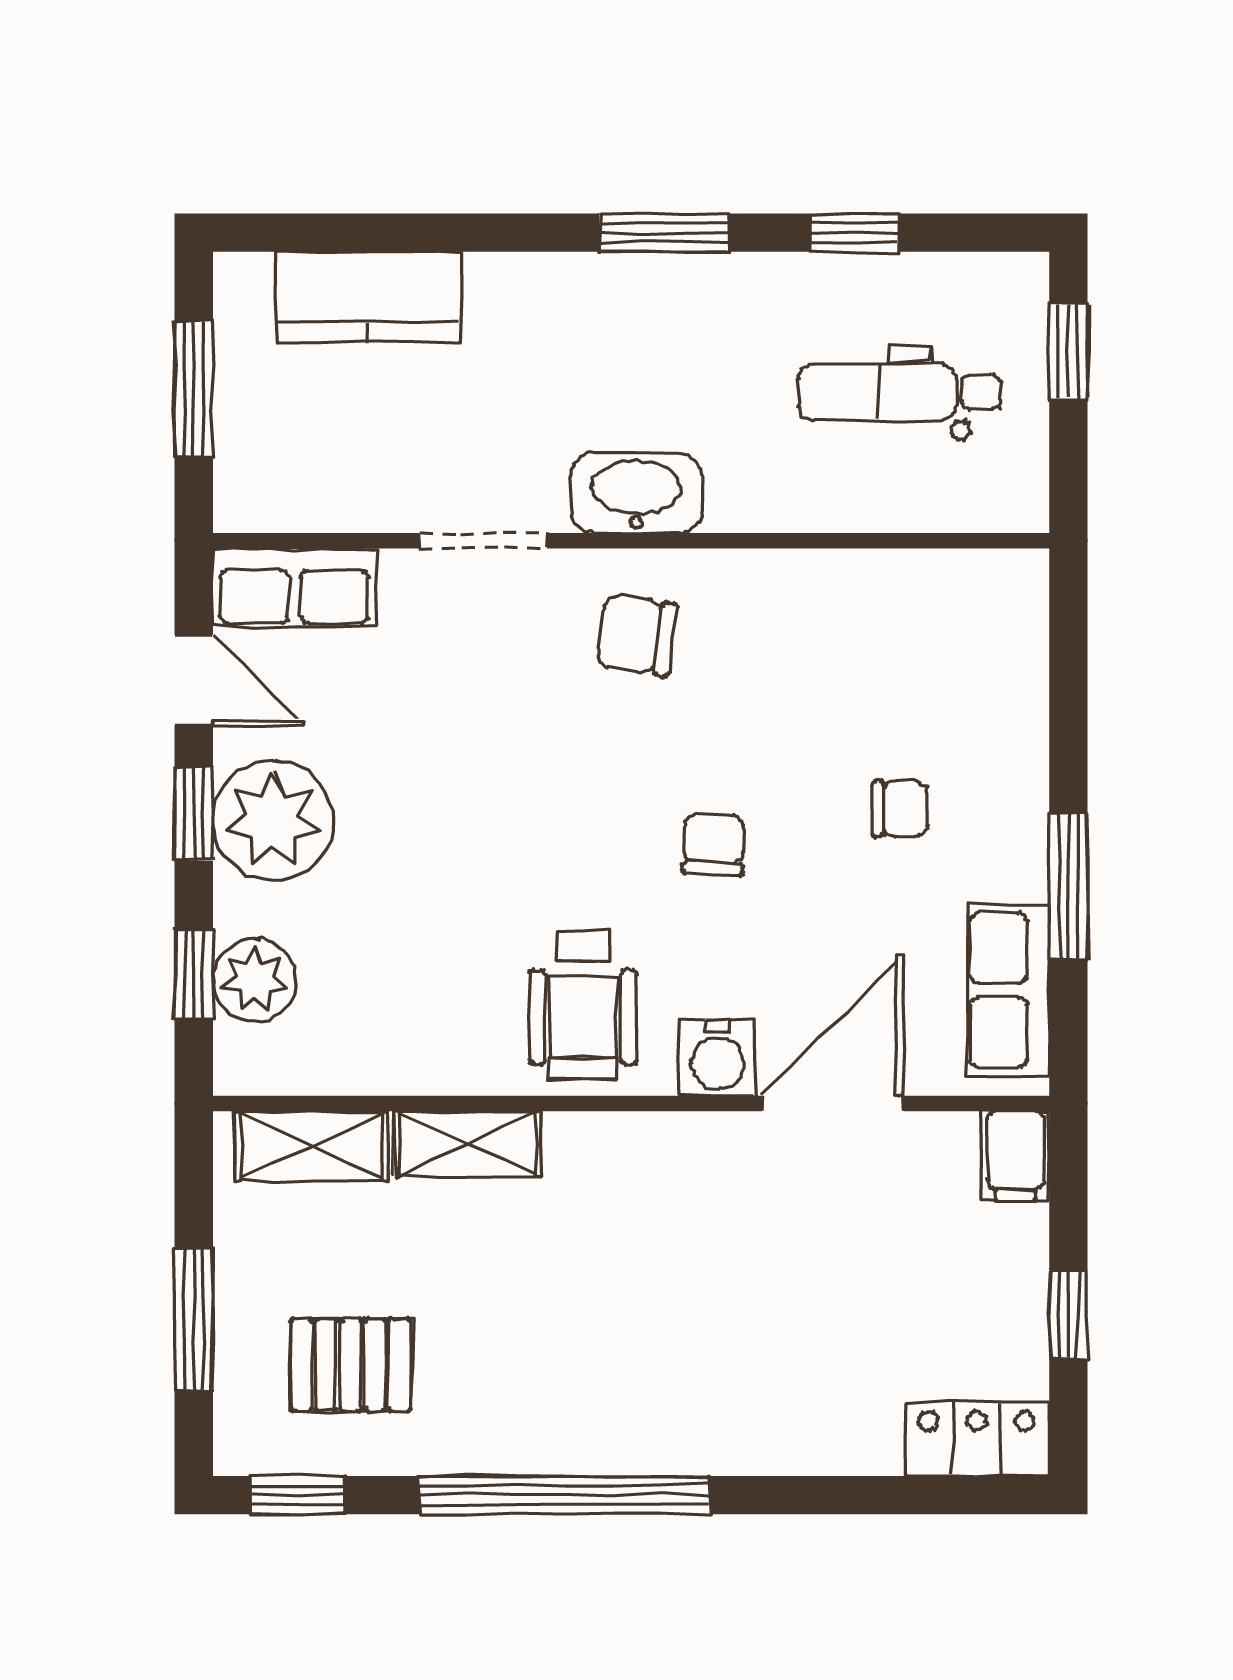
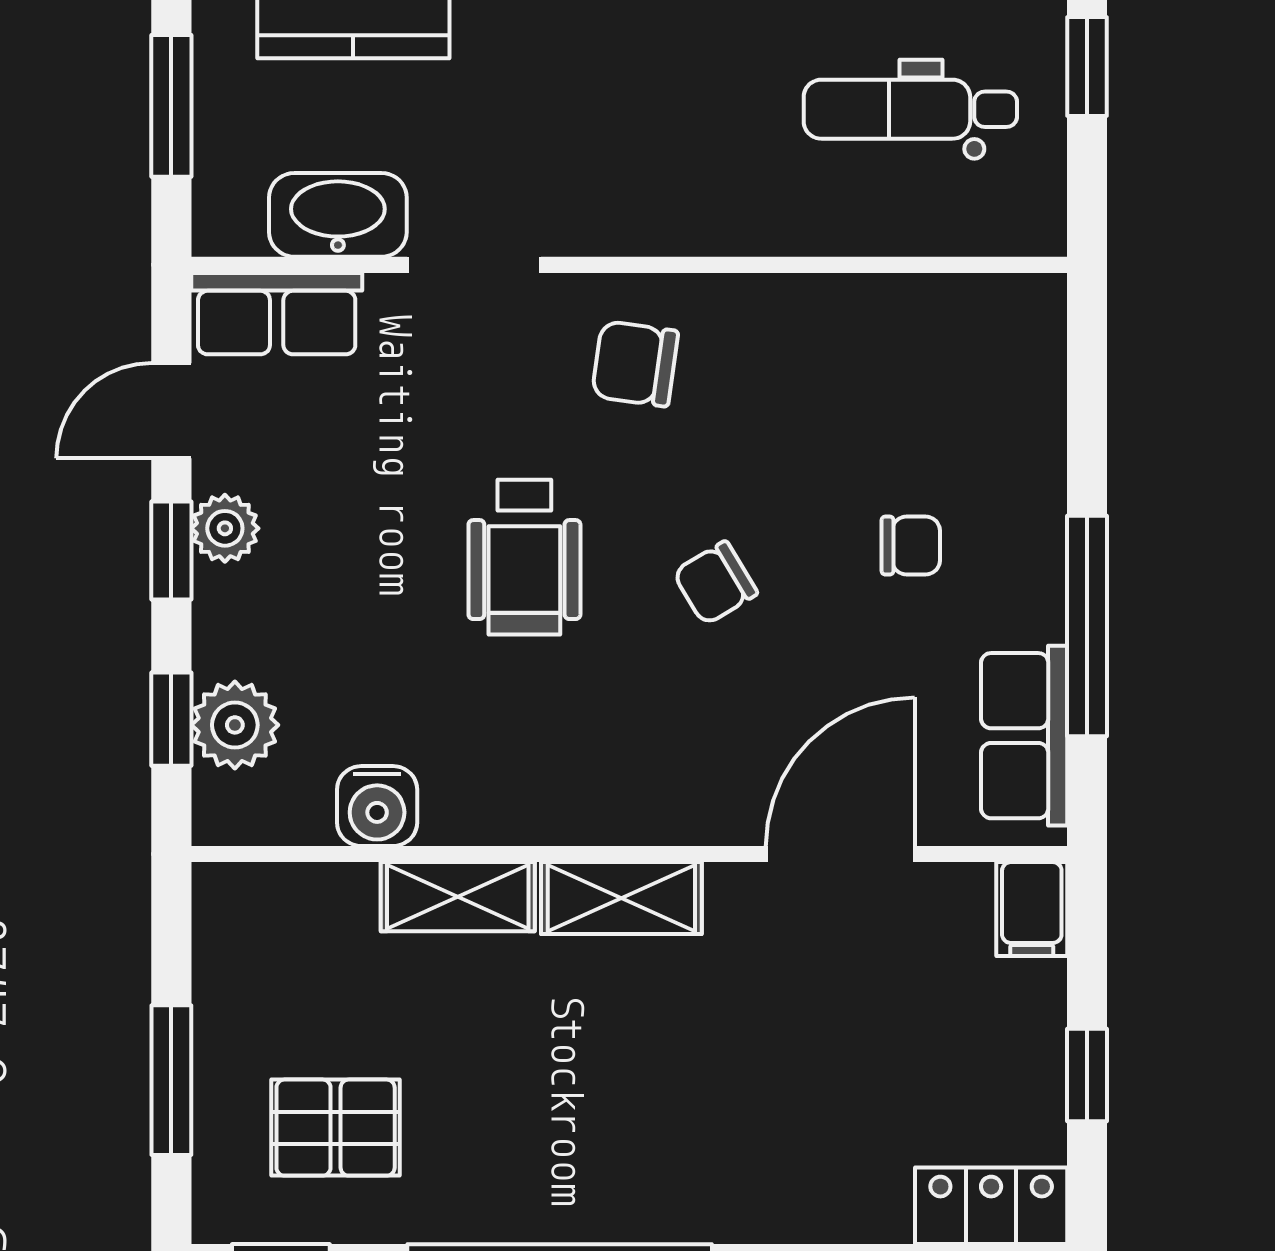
washbasin: (636, 493) -> (338, 215), moved
door: (194, 680) -> (171, 411), swing flipped
plant: (273, 821) -> (225, 528), width x0.53, depth x0.53
chair: (713, 845) -> (715, 583), turned -123
window: (1068, 886) -> (1087, 626), width x1.44
wheelchair: (583, 1005) -> (524, 557), moved
water cooler: (717, 1058) -> (377, 806), moved
shelving: (311, 1146) -> (621, 898), moved

